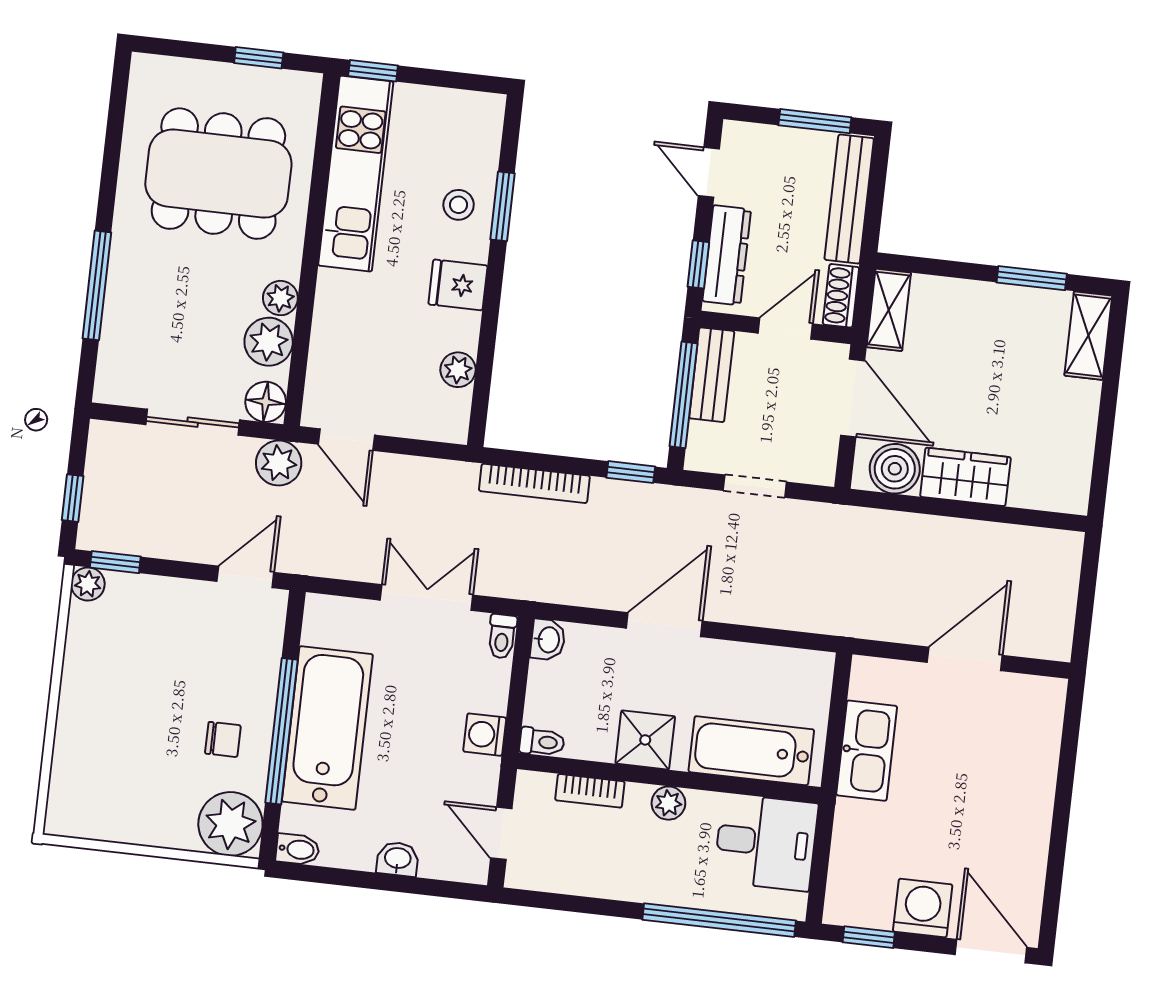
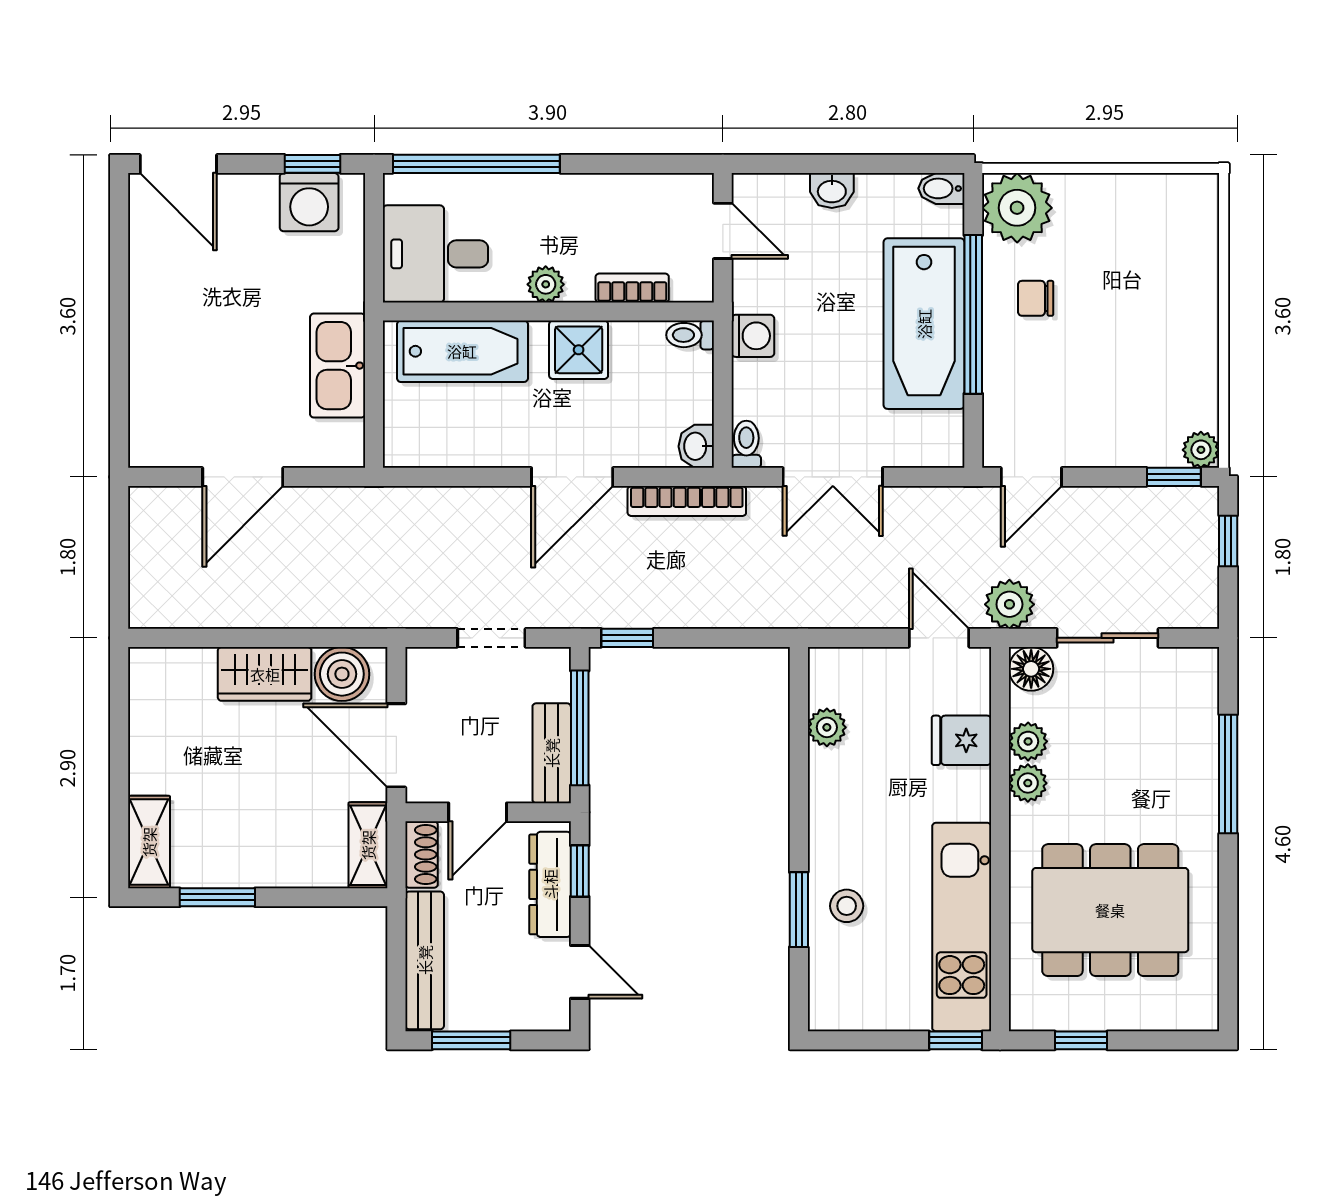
fridge: (458, 285) -> (961, 740), moved, turned 180
plant: (269, 342) -> (1028, 741), width x0.73, depth x0.73
bookcase: (534, 483) -> (687, 501), moved, turned 180
washing machine: (923, 908) -> (309, 202), moved

